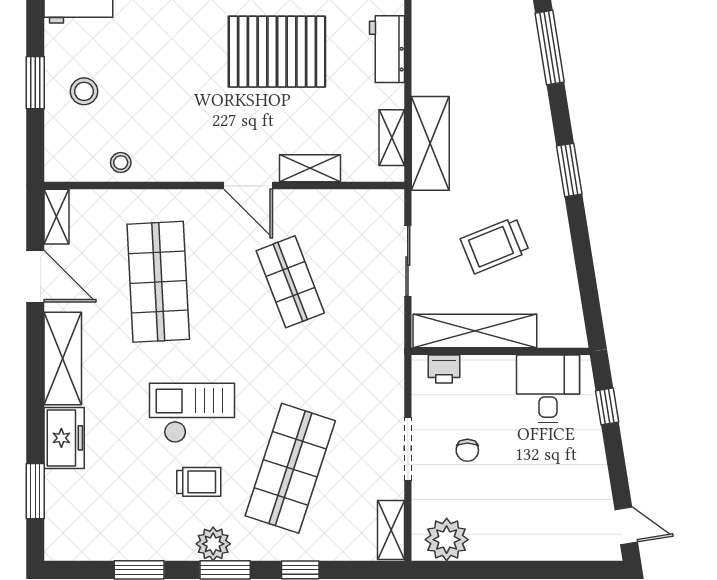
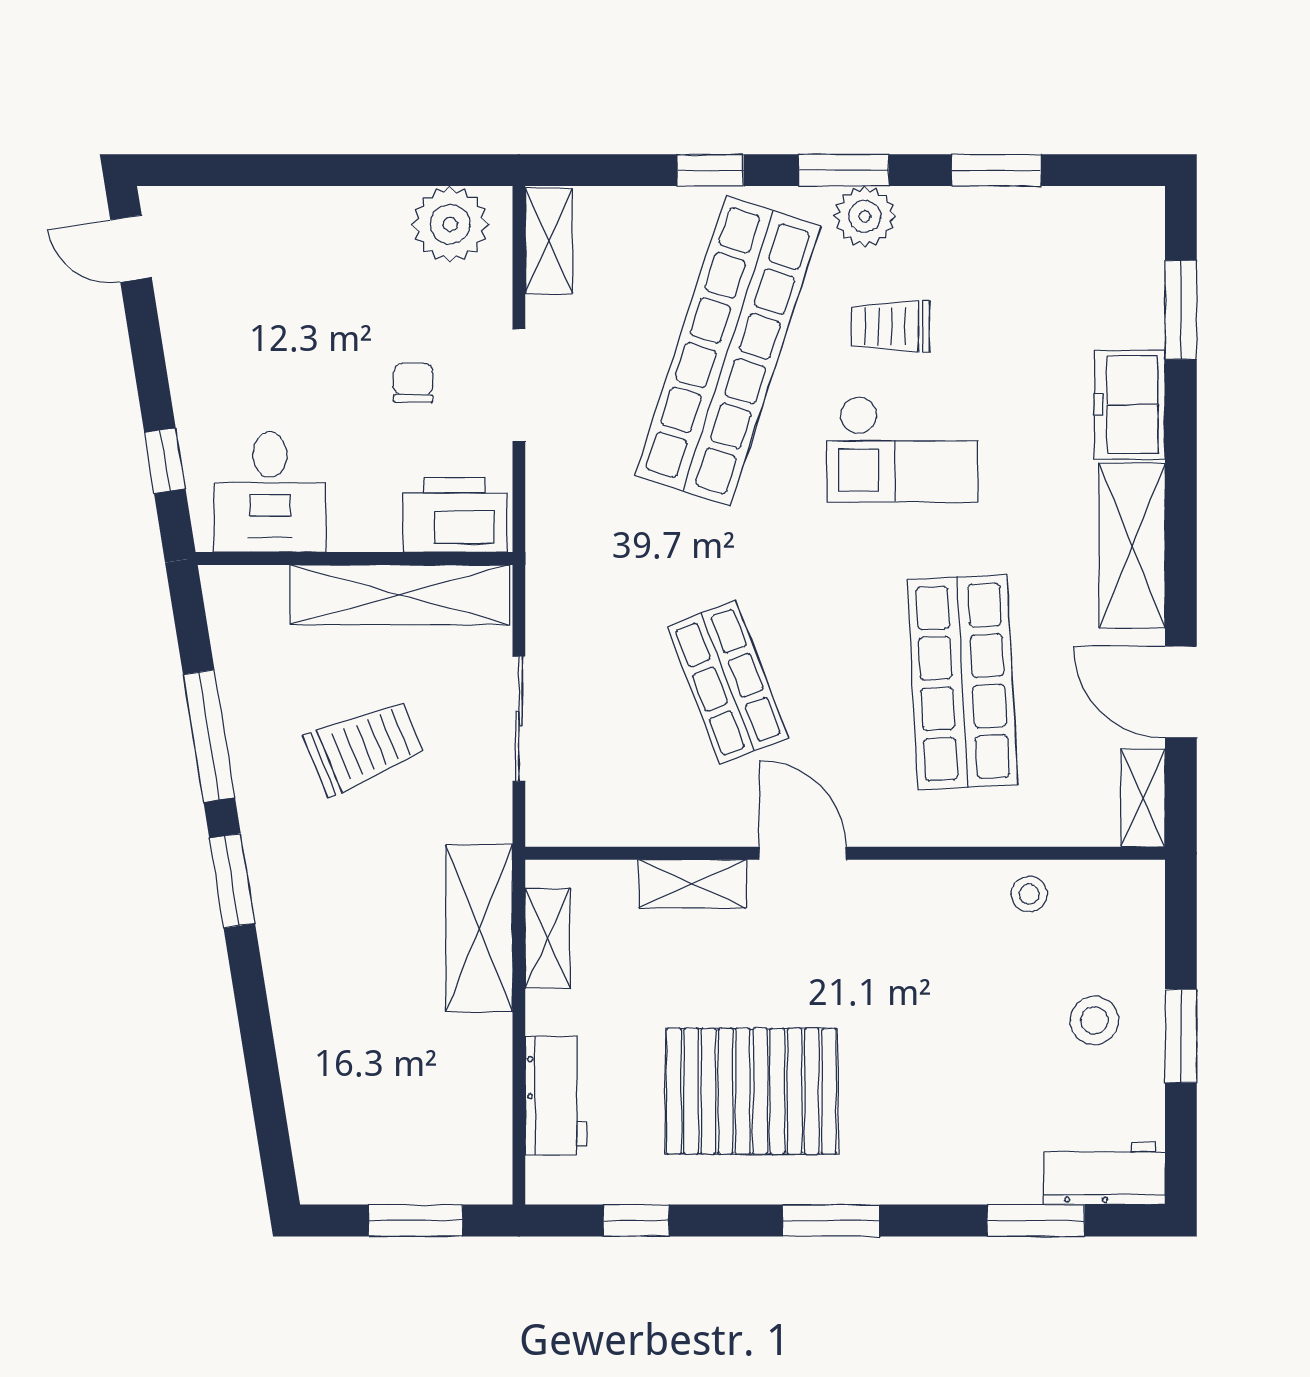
window: (550, 48) -> (209, 736), moved
printer: (444, 369) -> (455, 515), width x1.87, depth x1.48
shop shelf: (290, 468) -> (728, 351), width x1.40

